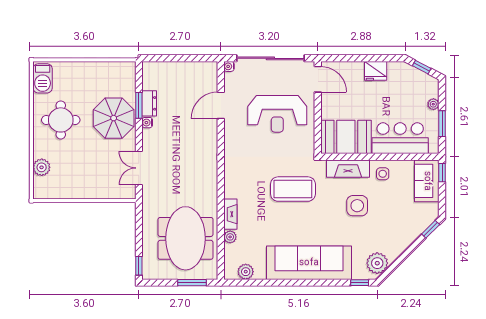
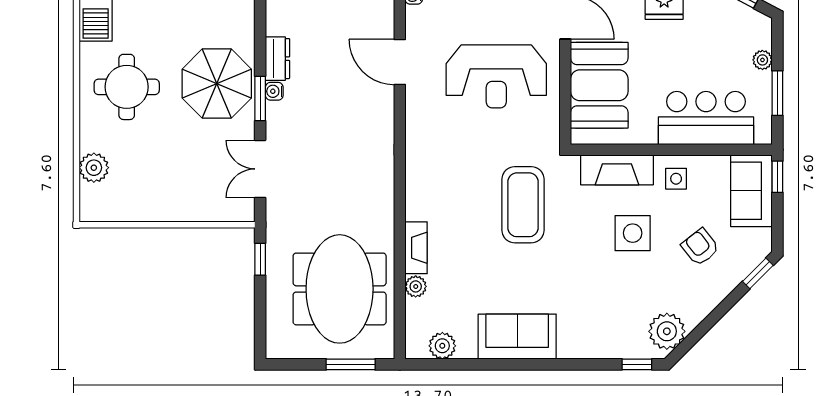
window: (139, 105) -> (260, 99), moved
door: (221, 105) -> (400, 62), hinge flipped
booth: (346, 137) -> (599, 85), moved, turned 90
coffee table: (293, 189) -> (523, 205), turned 90
armchair: (397, 214) -> (700, 247), added
sofa: (309, 263) -> (517, 337), width x0.54, depth x0.79
window: (139, 266) -> (260, 259), moved

